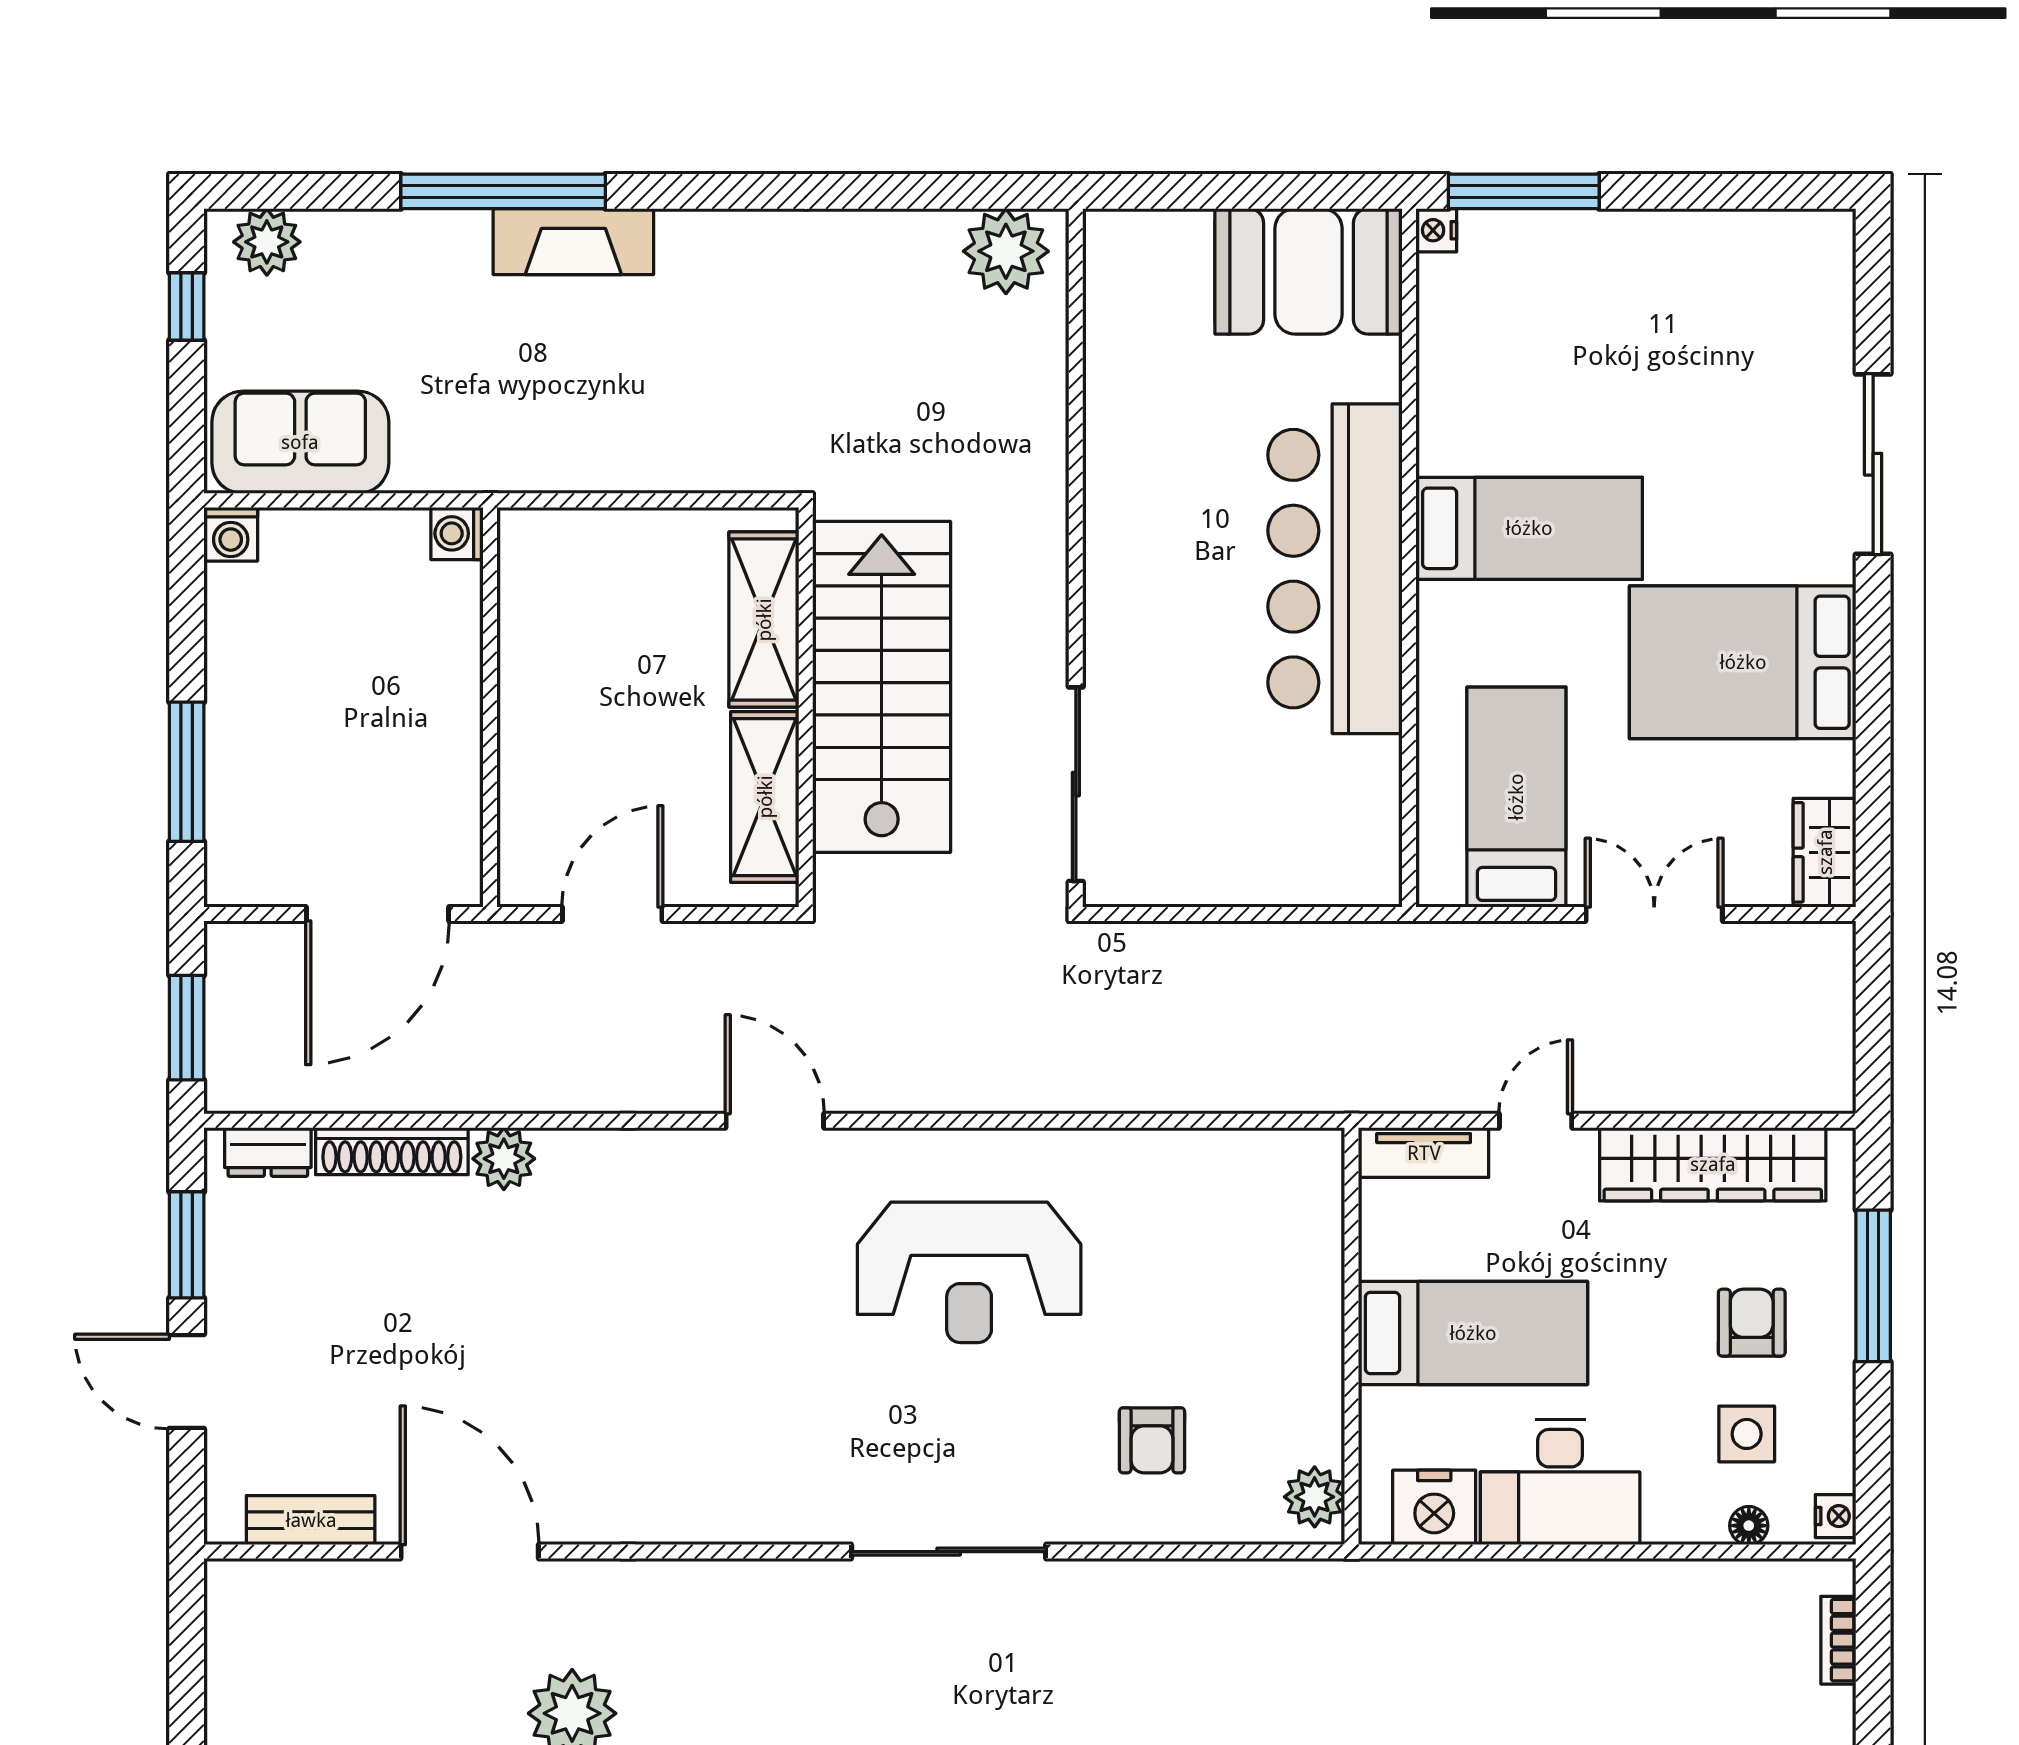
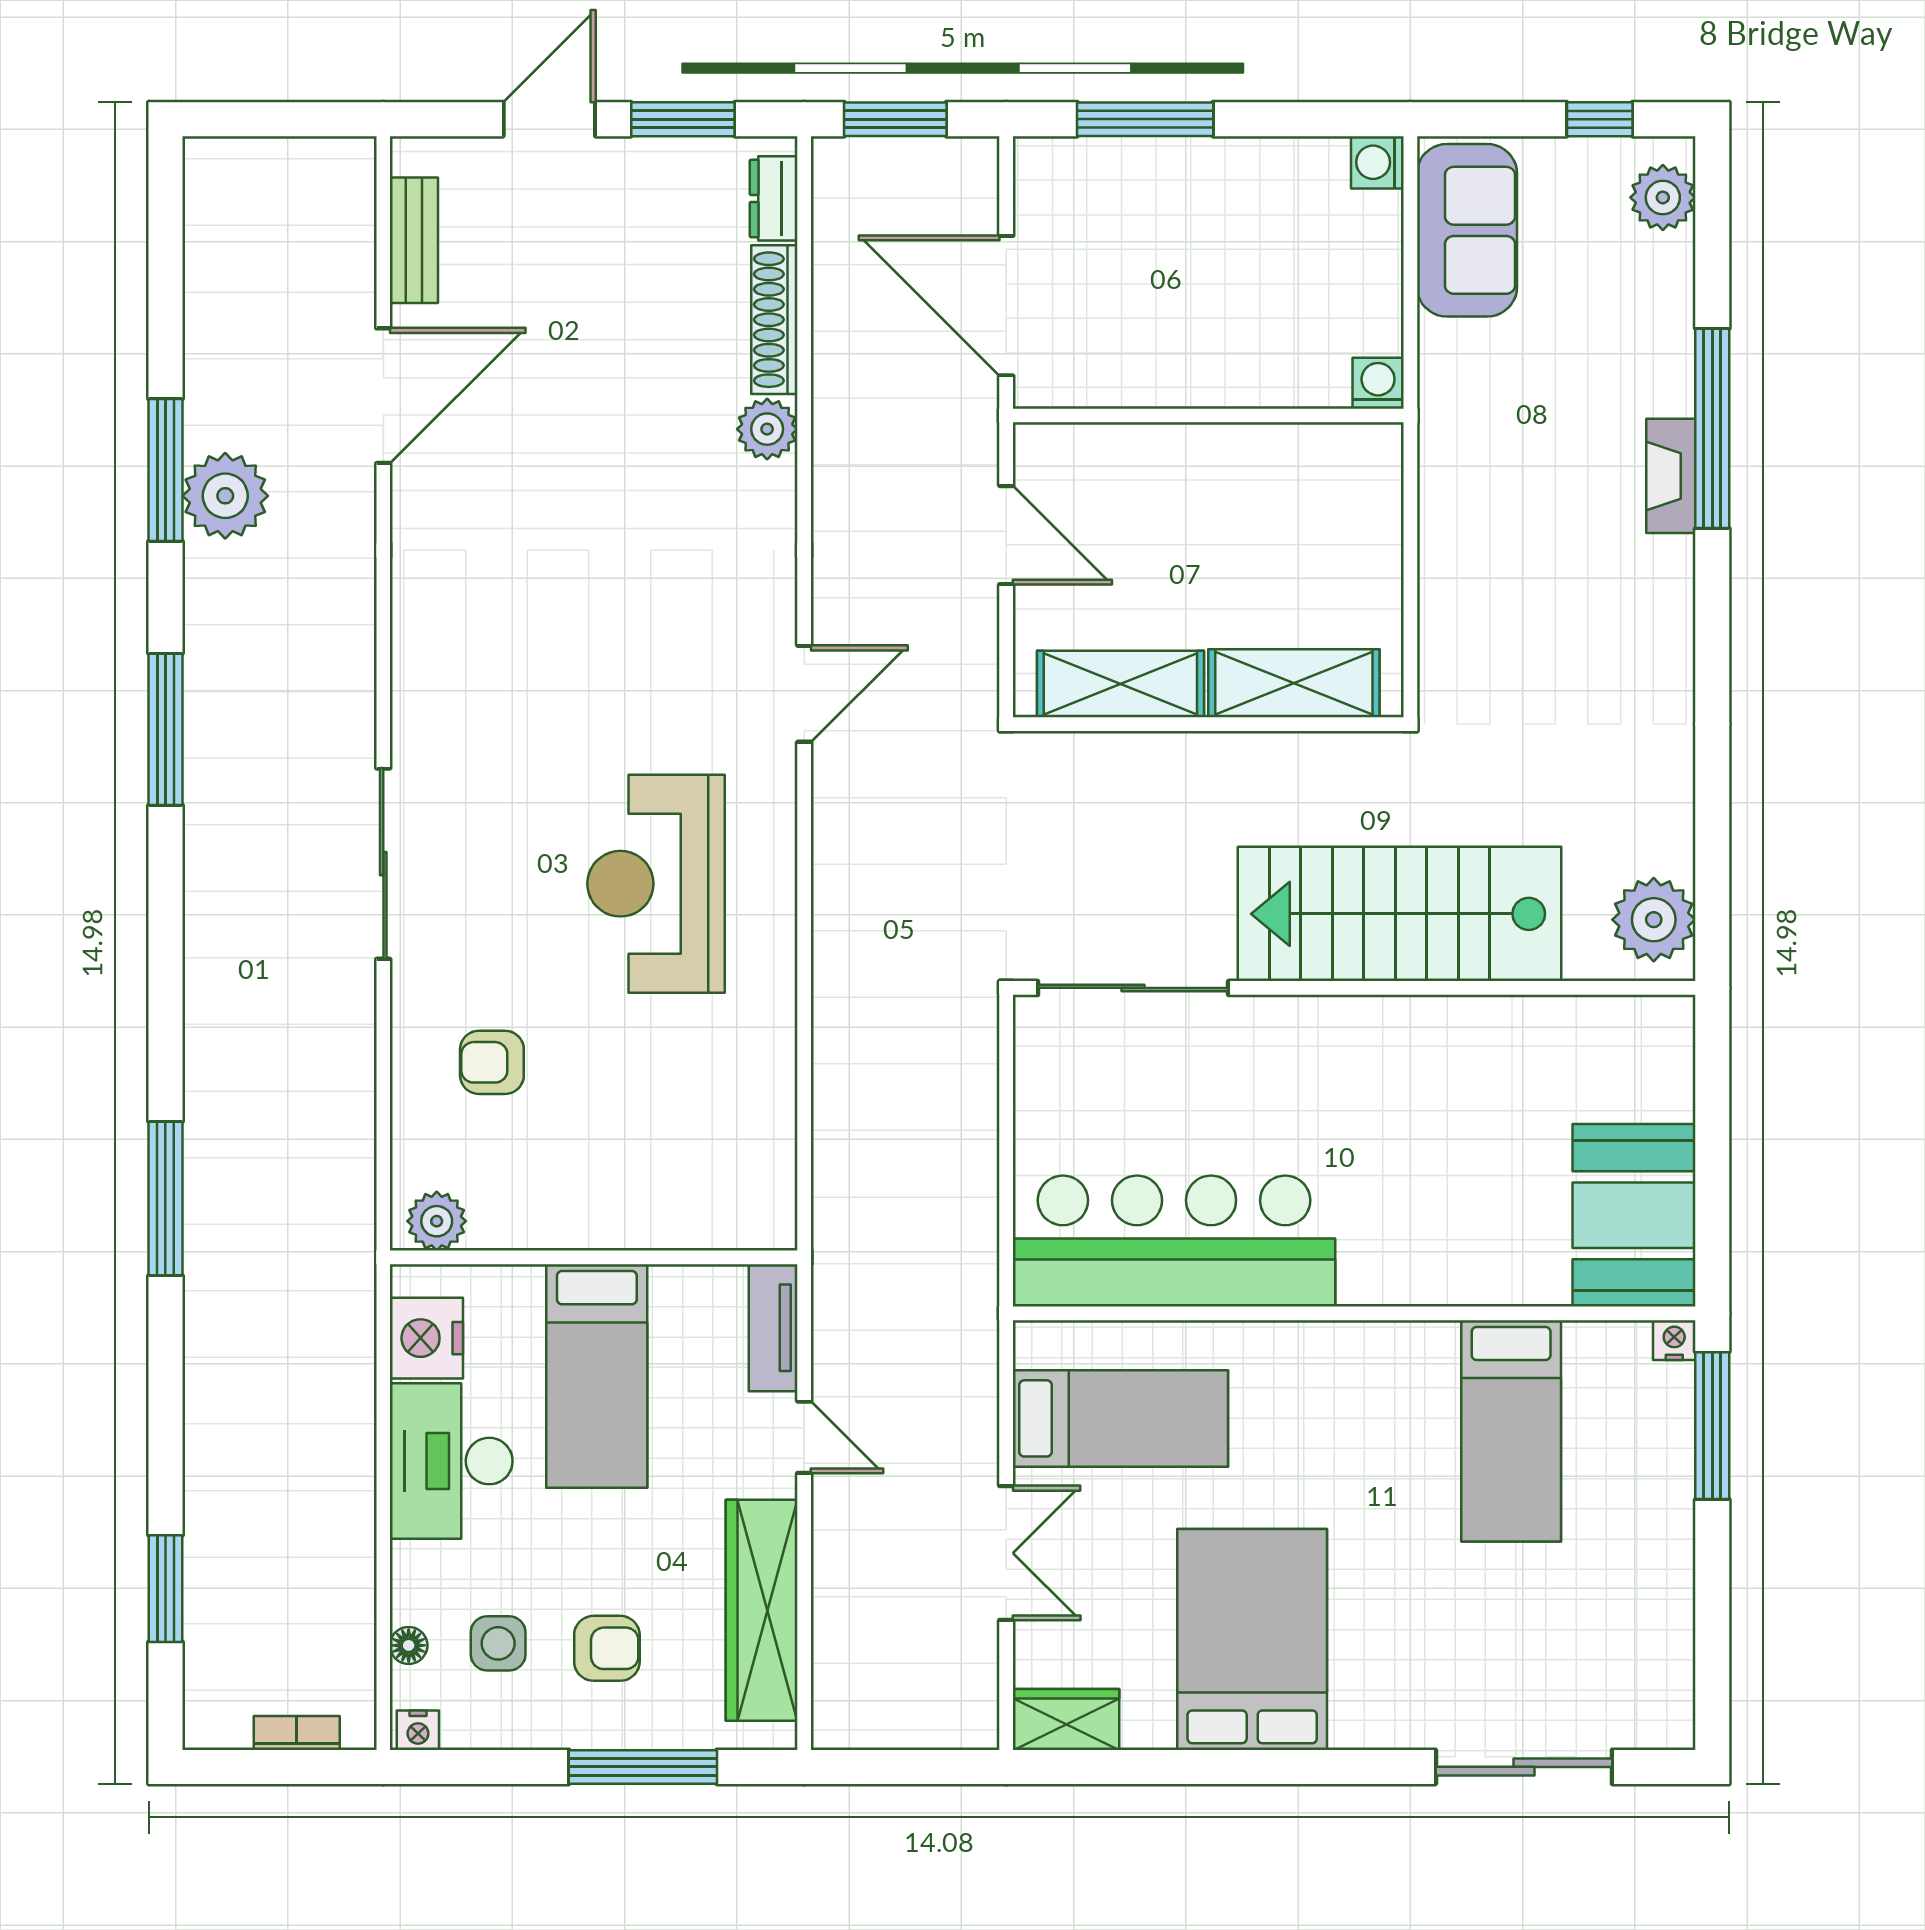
fireplace: (573, 242) -> (1671, 476), width x0.73, depth x0.76
sliding door: (1873, 464) -> (1524, 1767), moved
bed: (1529, 528) -> (1511, 1431), moved
bar counter: (1335, 569) -> (1174, 1241), moved
stairs: (882, 687) -> (1399, 914), moved, turned 180

